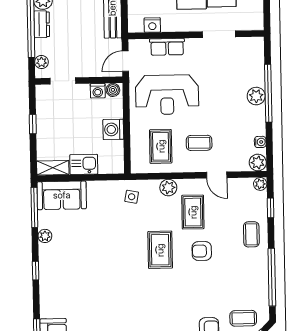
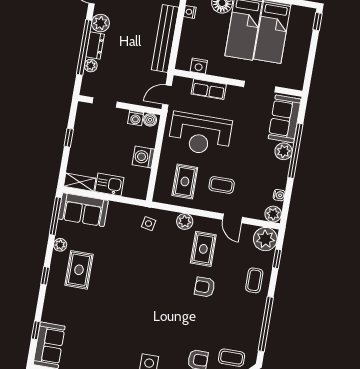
plant: (41, 62) -> (91, 66), moved
sofa: (251, 63) -> (285, 119), added
plant: (260, 184) -> (265, 239), width x1.88, depth x1.88
rug: (160, 250) -> (79, 270), moved

